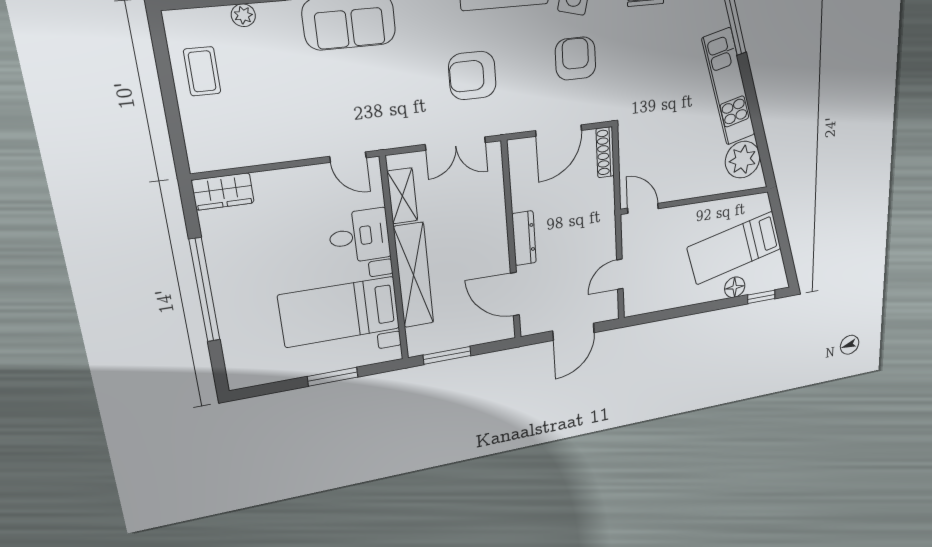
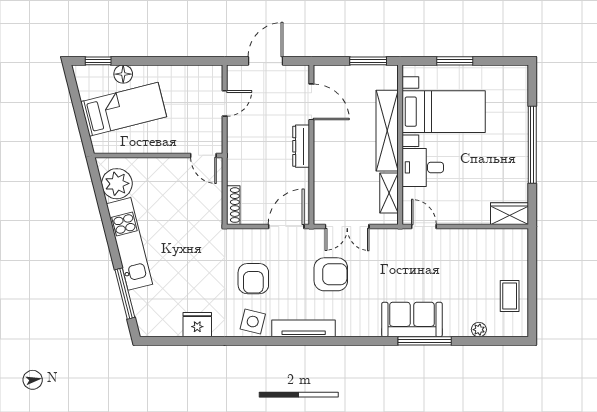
door: (559, 131) -> (286, 227), moved
double door: (456, 144) -> (347, 227), swing flipped

